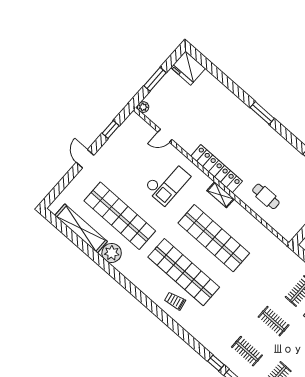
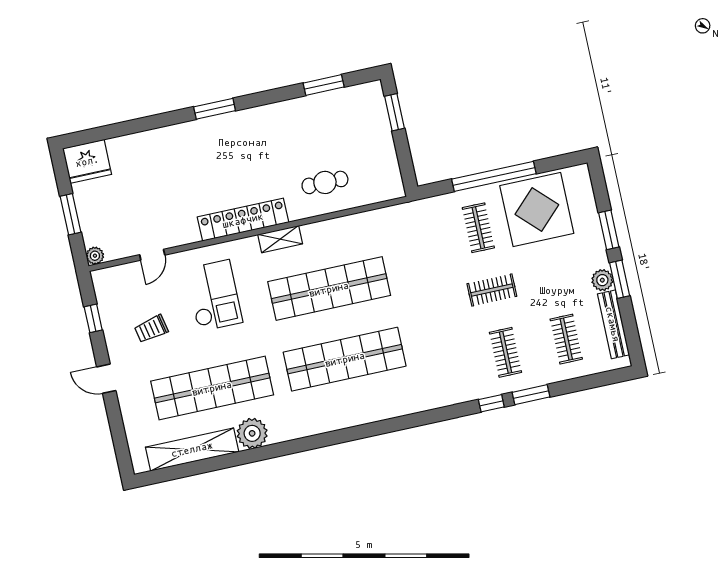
trolley: (175, 301) -> (151, 329), moved
clothes rail: (247, 351) -> (505, 352), turned 90

